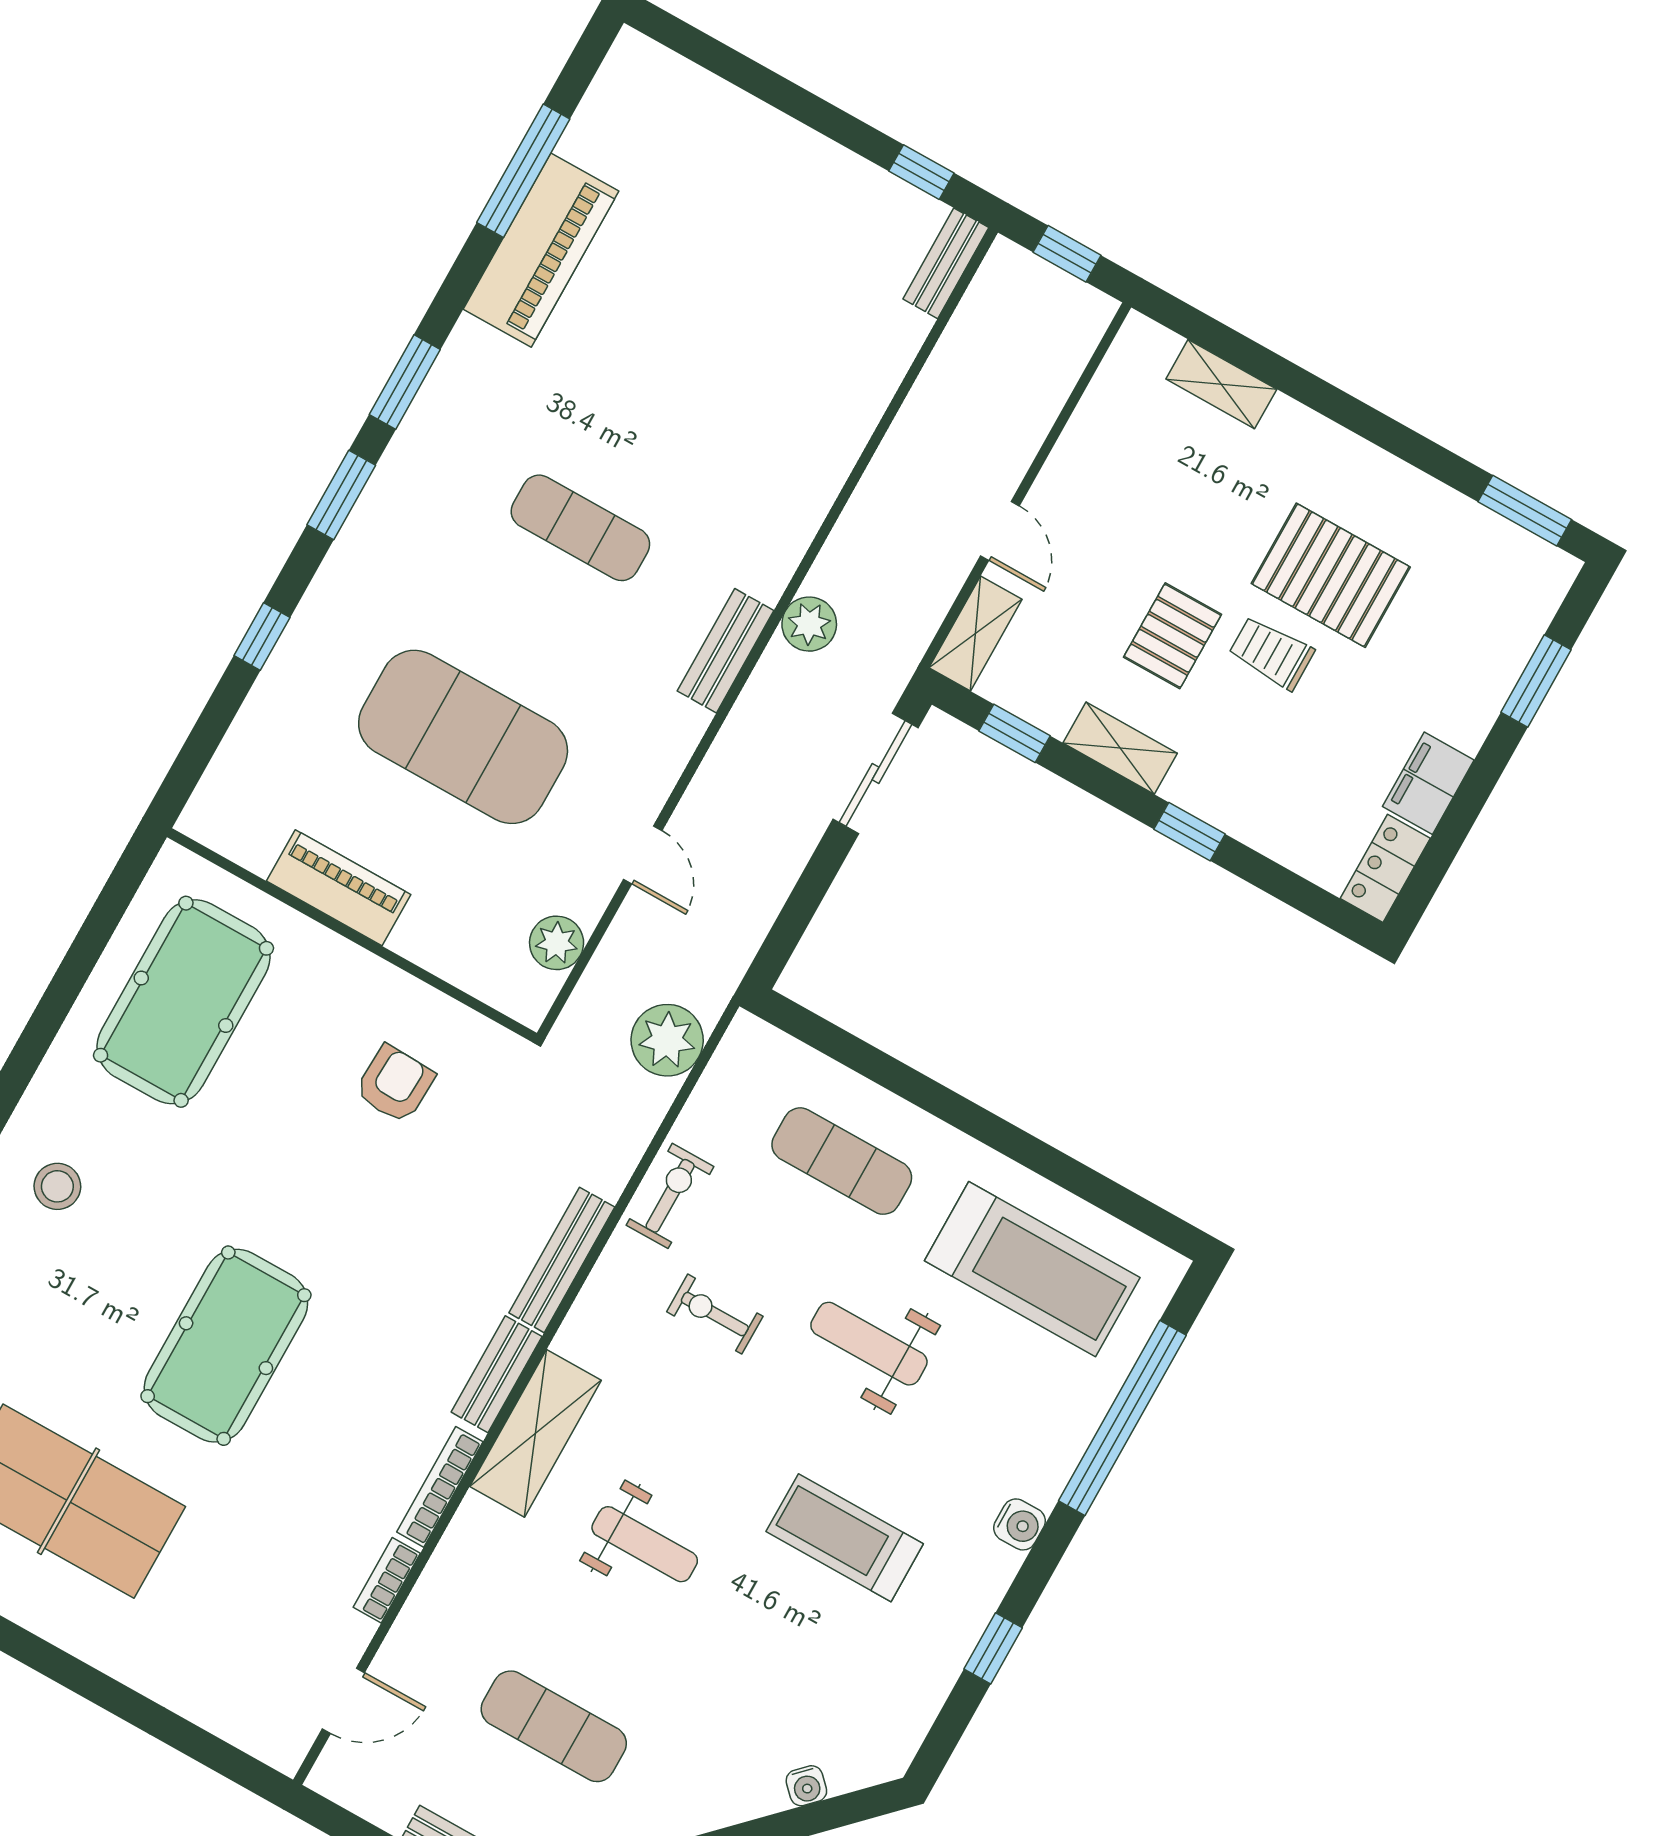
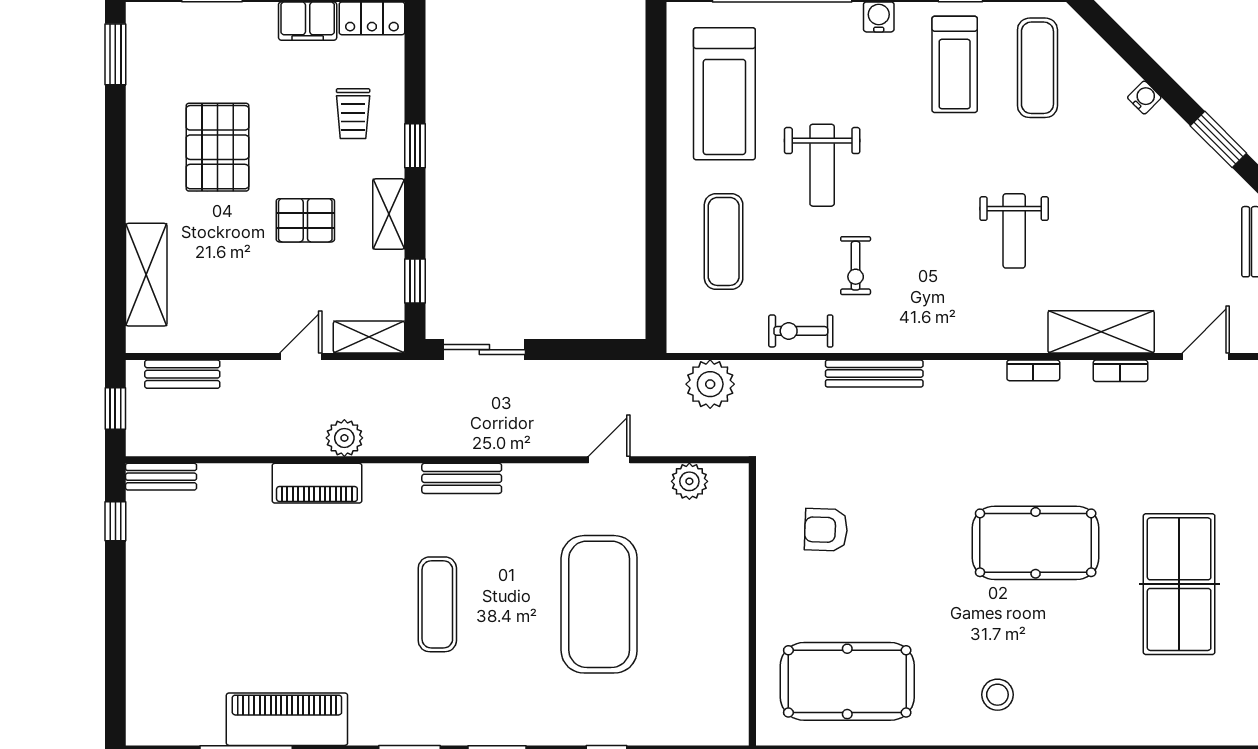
shelving: (1221, 384) -> (146, 275), width x1.50, depth x1.33
plant: (809, 624) -> (344, 438), moved
trolley: (1272, 653) -> (353, 114), moved
piano: (339, 888) -> (317, 483), moved, turned -90
treadmill: (1032, 1269) -> (724, 94), turned 180
bench: (497, 1374) -> (182, 374), moved
shelving: (535, 1433) -> (1101, 332), moved
bookcase: (440, 1487) -> (1033, 370), width x0.64
treadmill: (845, 1538) -> (955, 64), moved
weight bench: (645, 1544) -> (1014, 231), turned 180
door: (343, 1701) -> (1206, 356), hinge flipped
exercise mat: (554, 1726) -> (1037, 68), moved
water cooler: (806, 1786) -> (1144, 97), moved

